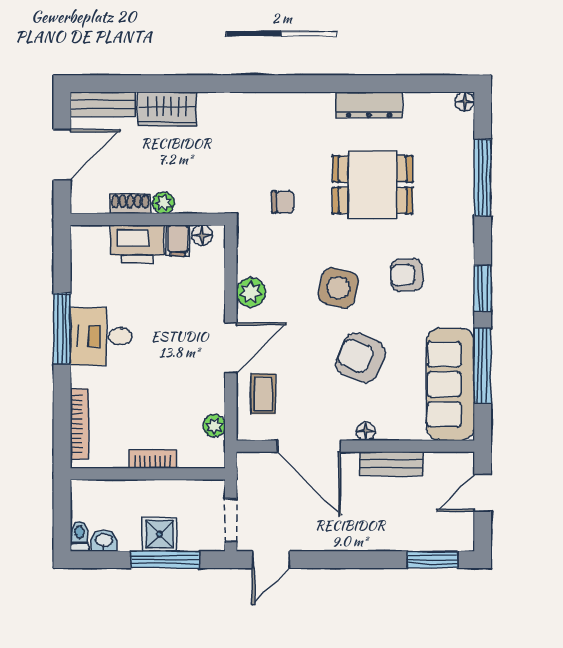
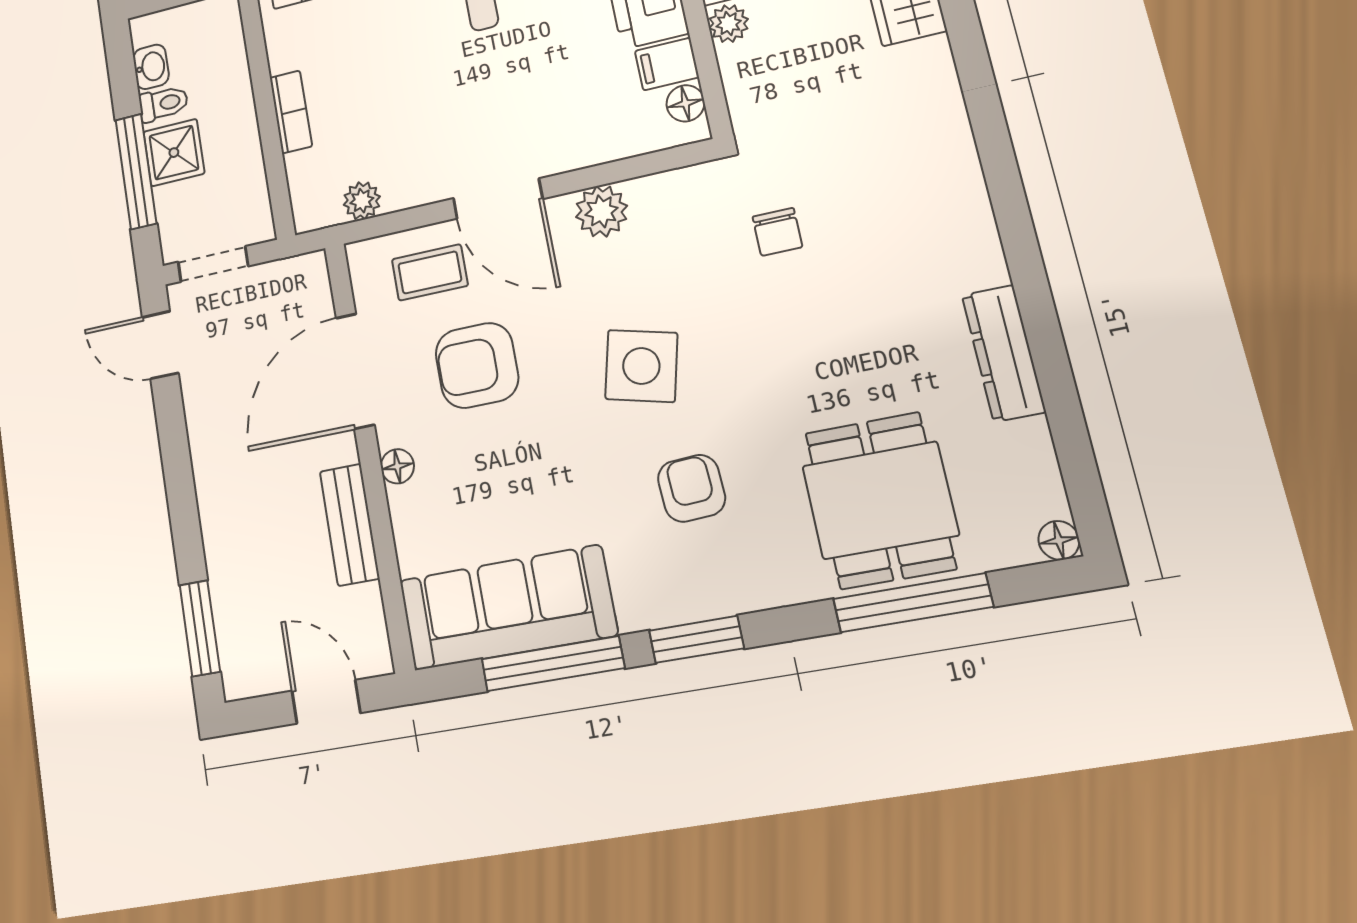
dining table: (373, 185) -> (880, 500), moved
armchair: (361, 358) -> (477, 365), moved, turned -113
toilet: (79, 536) -> (164, 104), moved

